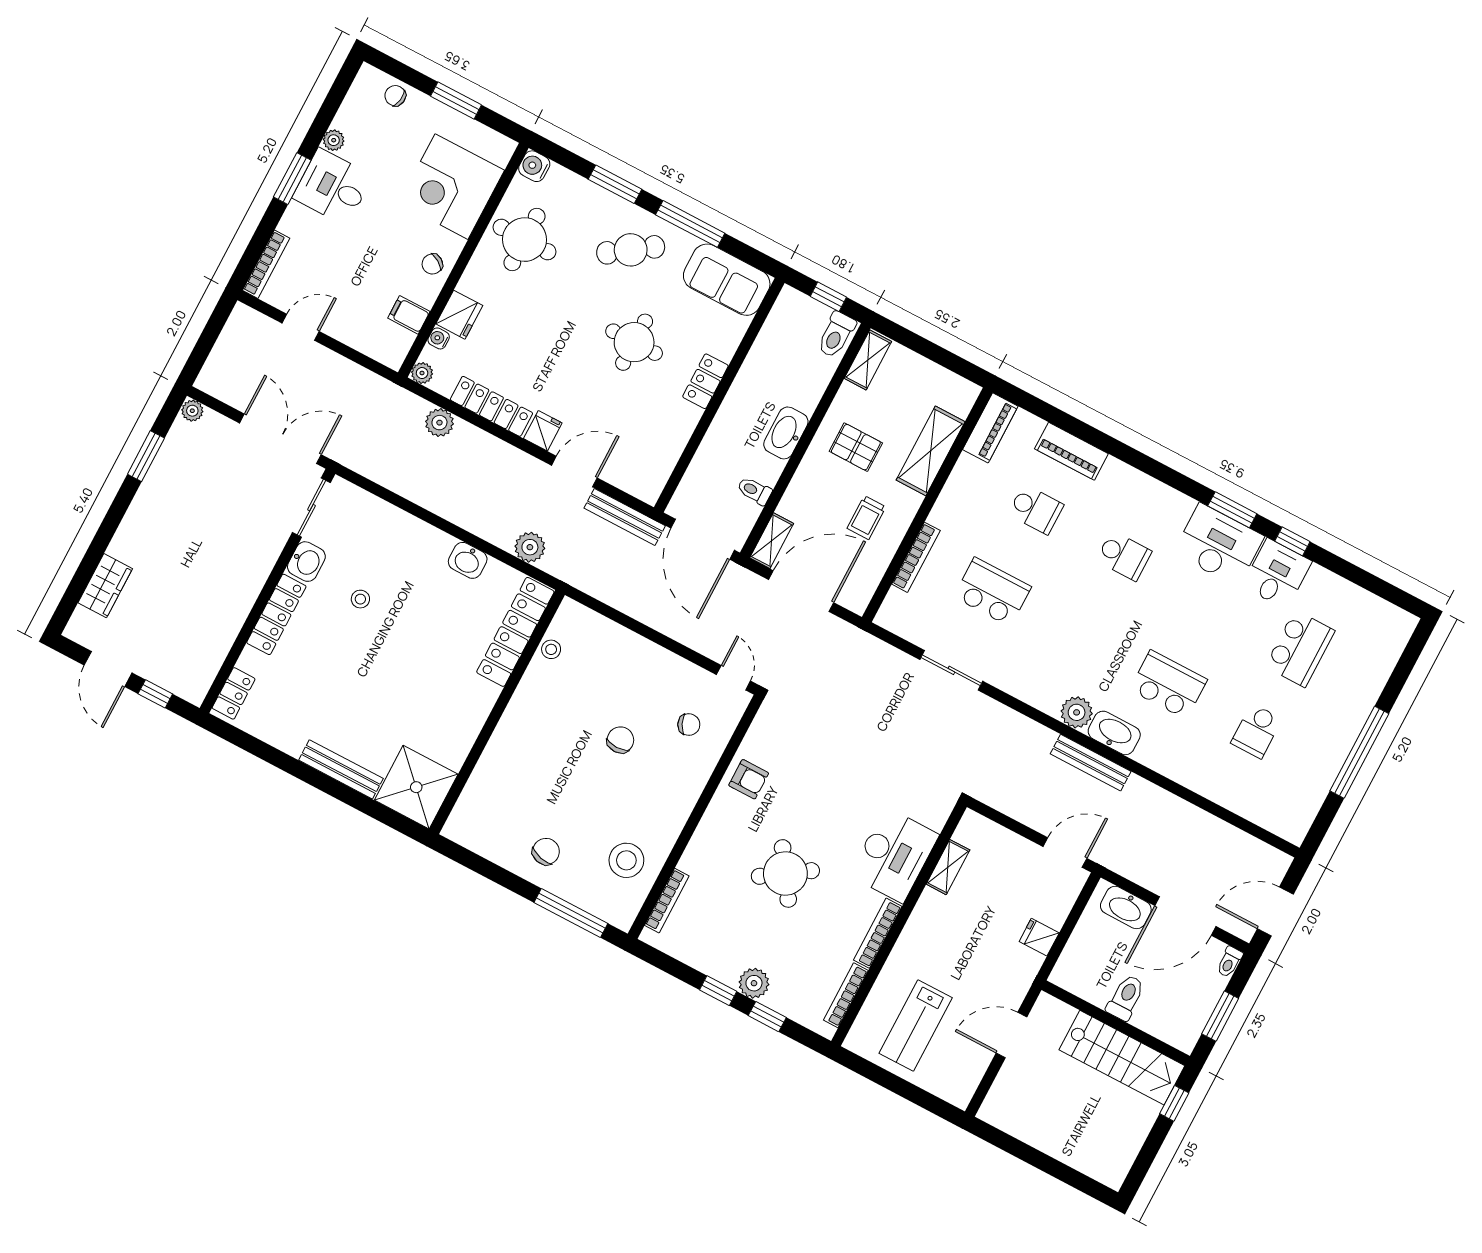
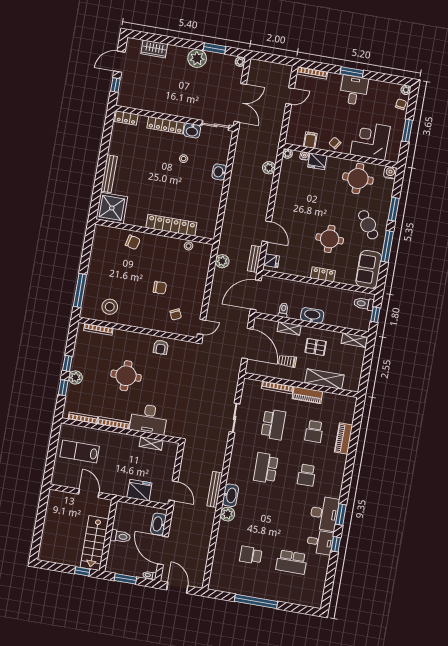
plant: (334, 140) -> (406, 90), moved
door: (301, 327) -> (290, 96), hinge flipped
toilet: (836, 335) -> (364, 304), moved
locker: (491, 406) -> (283, 187), removed
piano: (990, 428) -> (307, 395), moved
fridge: (543, 431) -> (271, 261), moved
pallet: (856, 447) -> (316, 347), turned 90
plant: (155, 500) -> (197, 58), added
bench: (625, 517) -> (255, 259), width x0.73
shelving: (772, 541) -> (289, 328), moved
plant: (530, 547) -> (222, 261), moved
washbasin: (468, 560) -> (219, 172), moved
locker: (515, 632) -> (171, 225), moved
school desk: (1168, 685) -> (266, 468), moved, turned 180
plant: (1077, 712) -> (228, 514), moved
chair: (546, 852) -> (133, 242), moved
round table: (785, 873) -> (126, 376), turned 34
fridge: (1039, 937) -> (139, 490), width x1.88, depth x1.34

